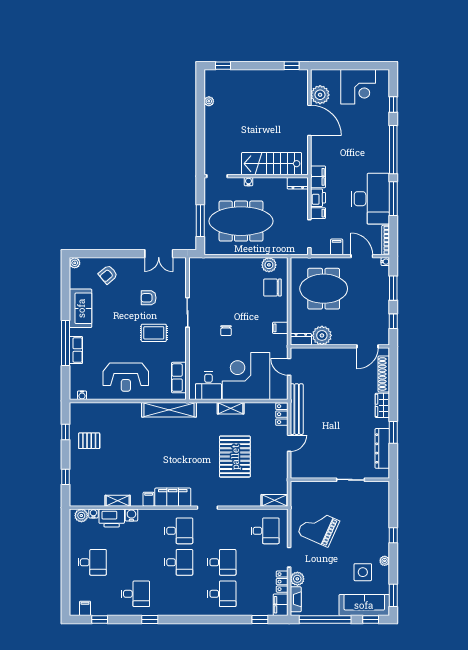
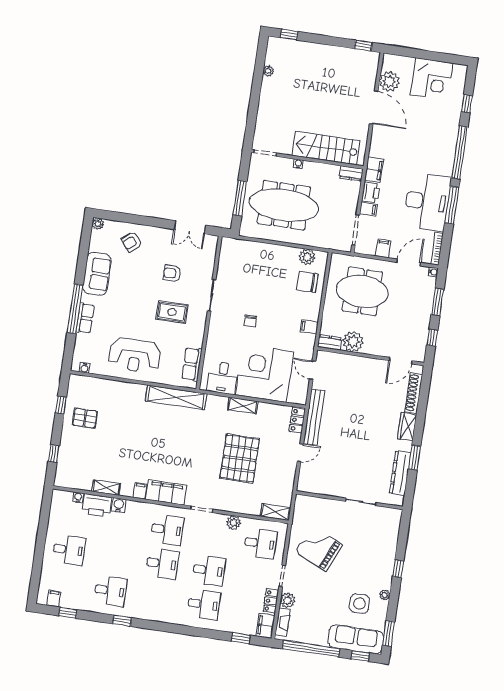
door: (362, 256) -> (409, 262), hinge flipped
plant: (81, 516) -> (233, 523), moved

